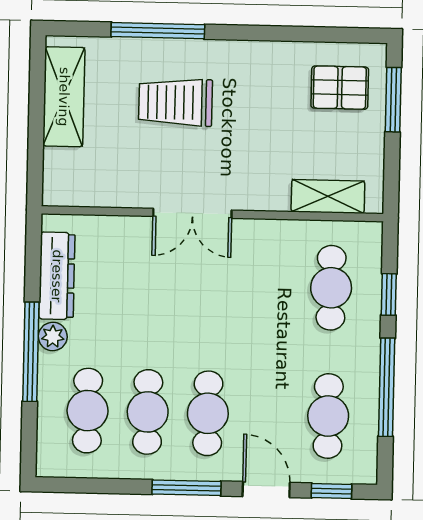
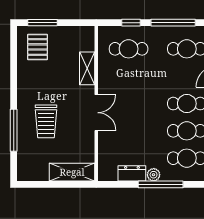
shelving: (64, 97) -> (72, 172), moved
shelving: (328, 196) -> (87, 68), moved
dresser: (57, 276) -> (132, 173), width x0.70

